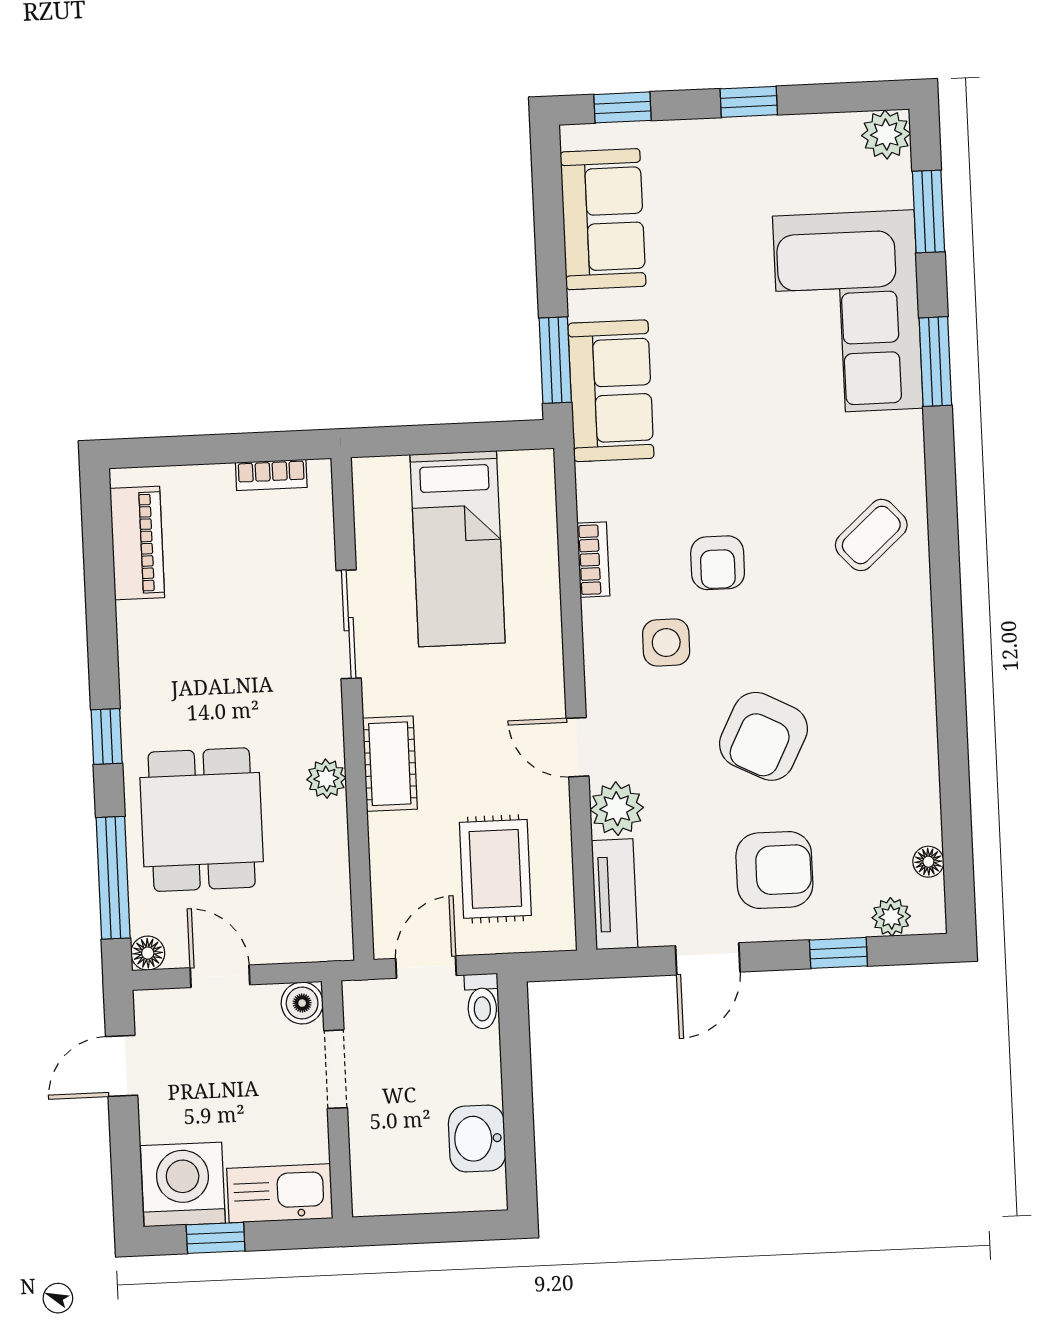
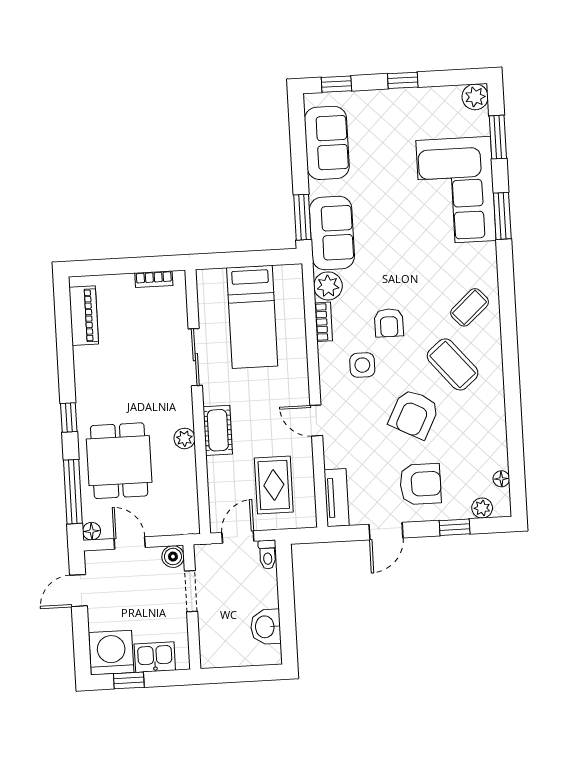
coffee table: (838, 643) -> (453, 364), added
plant: (617, 809) -> (328, 286), moved
kitchen sink: (280, 1193) -> (155, 657), width x0.73

